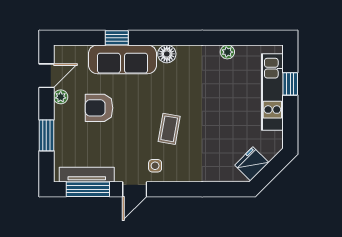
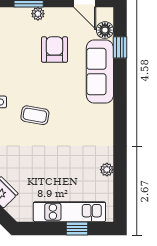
window: (117, 38) -> (120, 47), moved
floor lamp: (167, 54) -> (105, 30), moved
plant: (61, 97) -> (38, 14), moved

